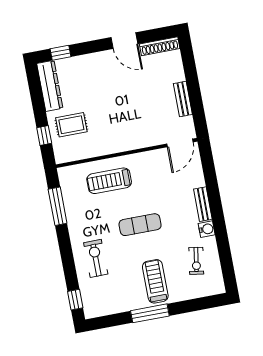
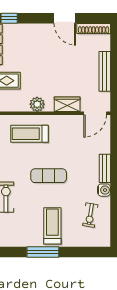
bench: (183, 99) -> (105, 71), width x1.36
wardrobe: (146, 139) -> (67, 104), added
plant: (111, 145) -> (37, 104), added

